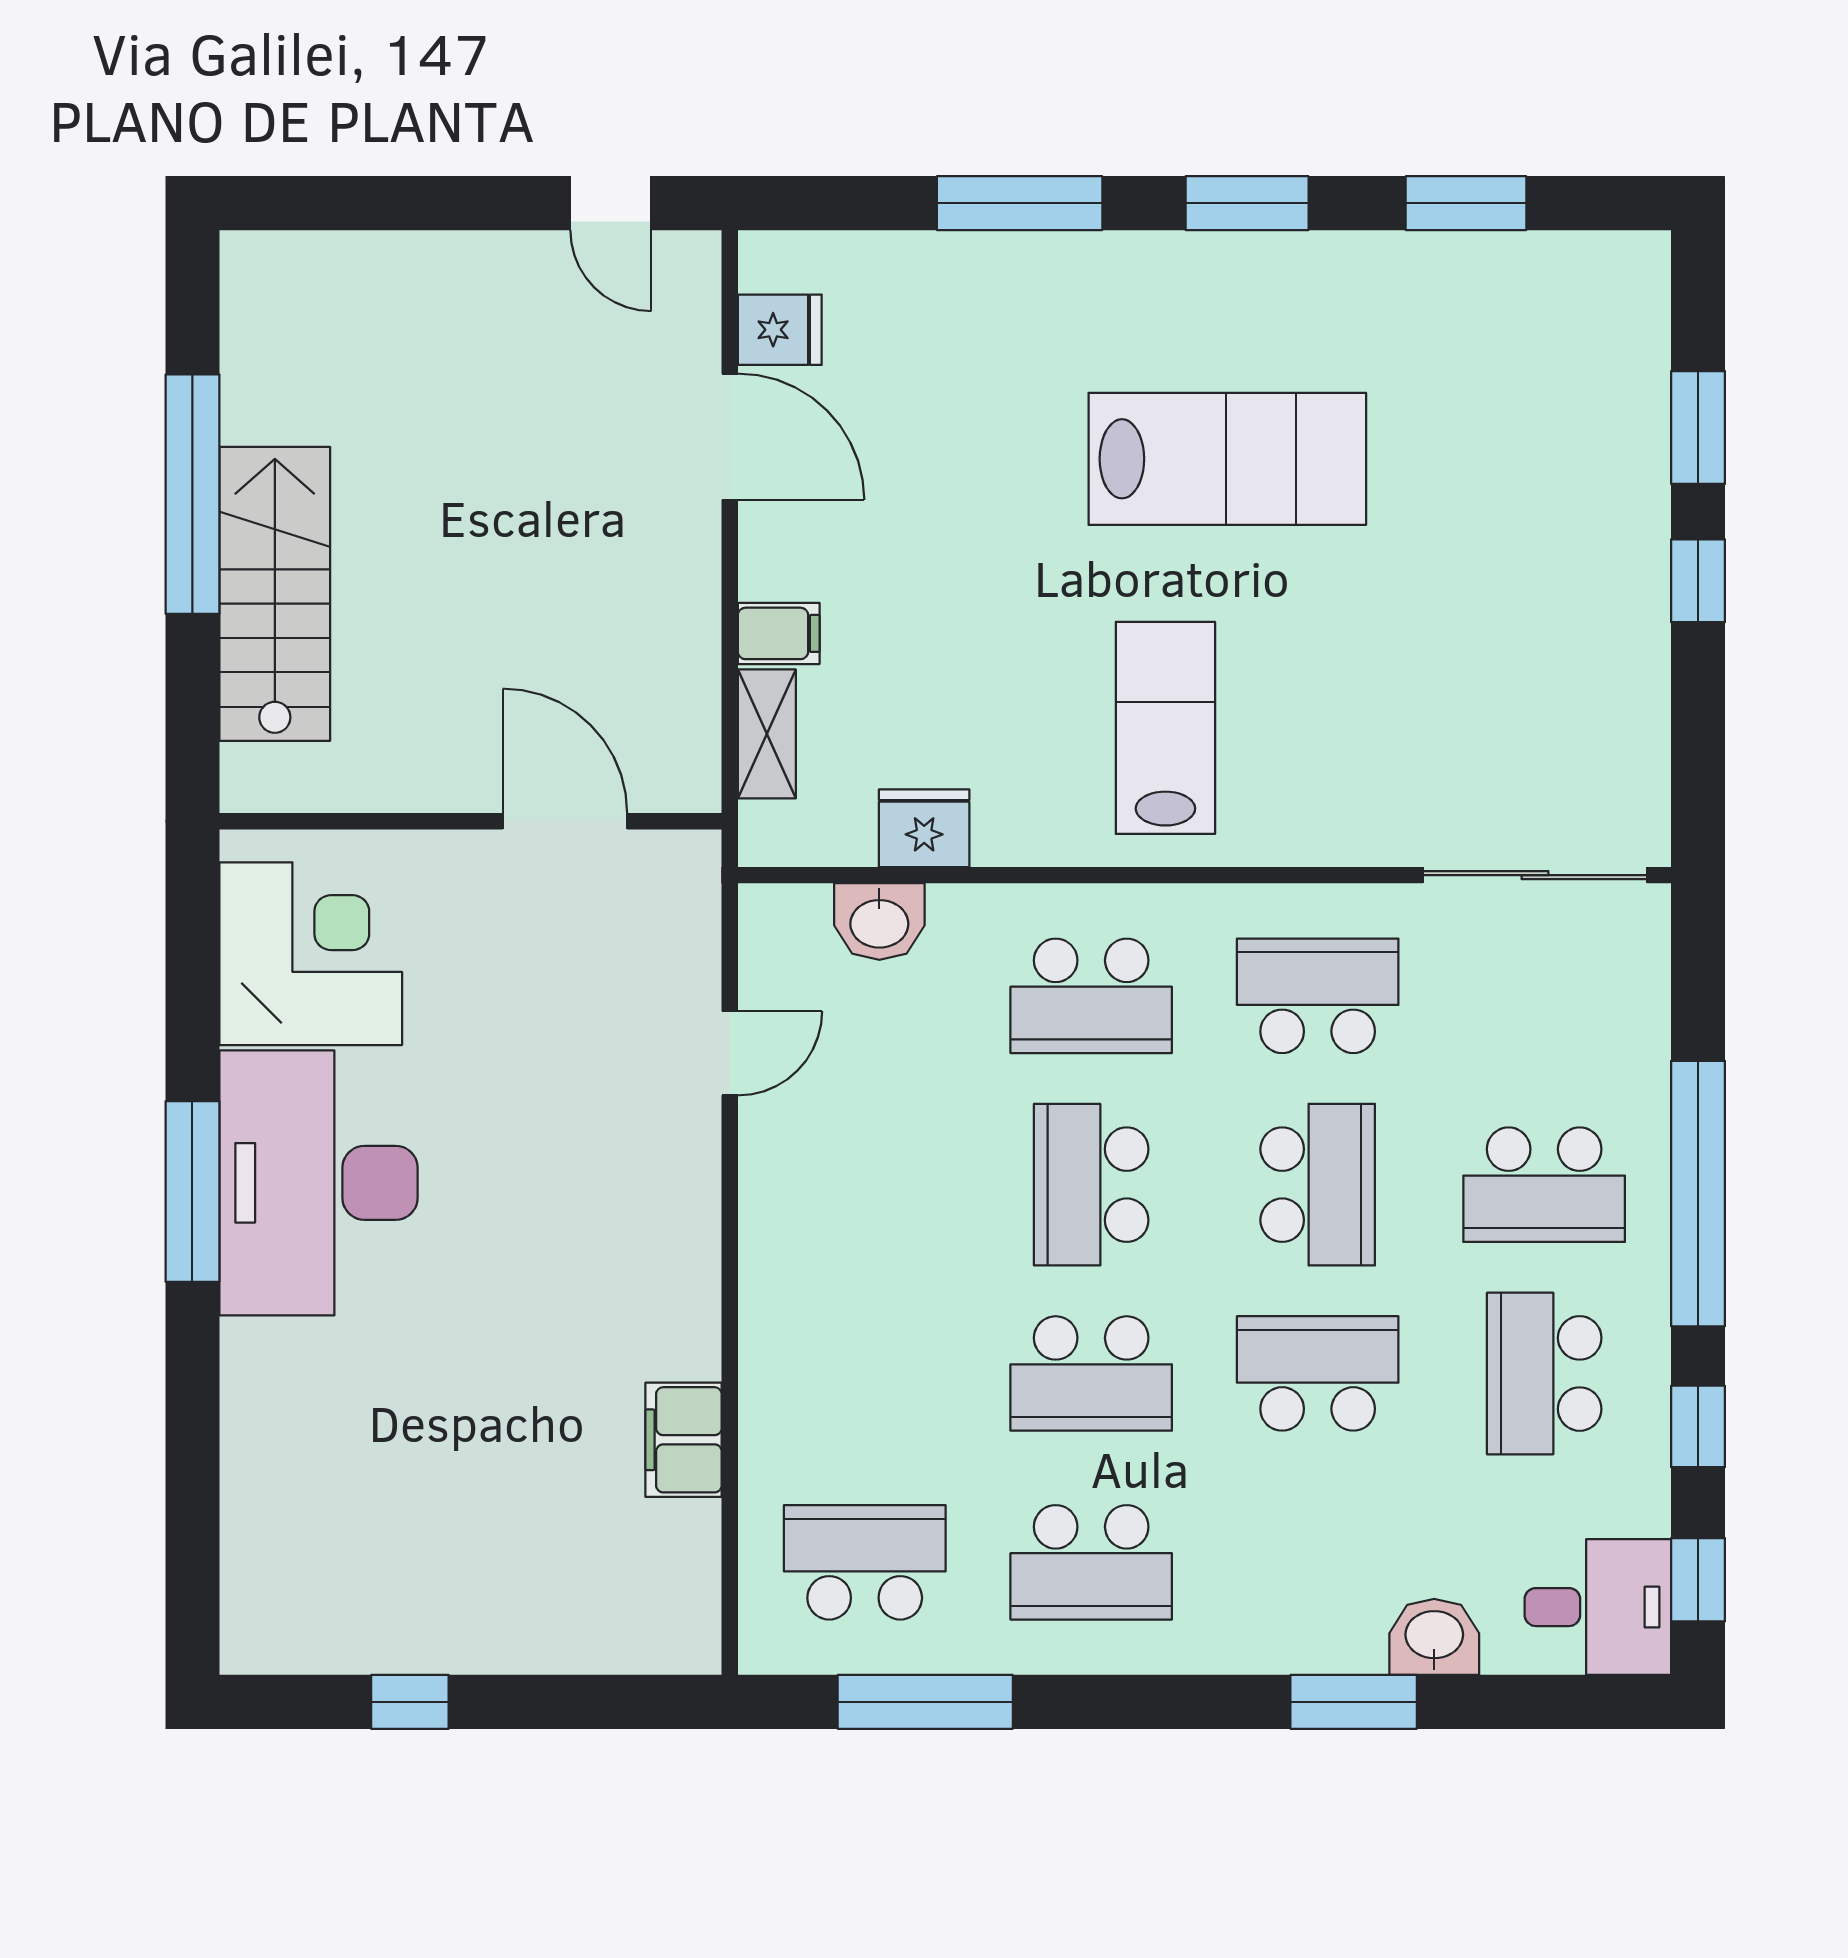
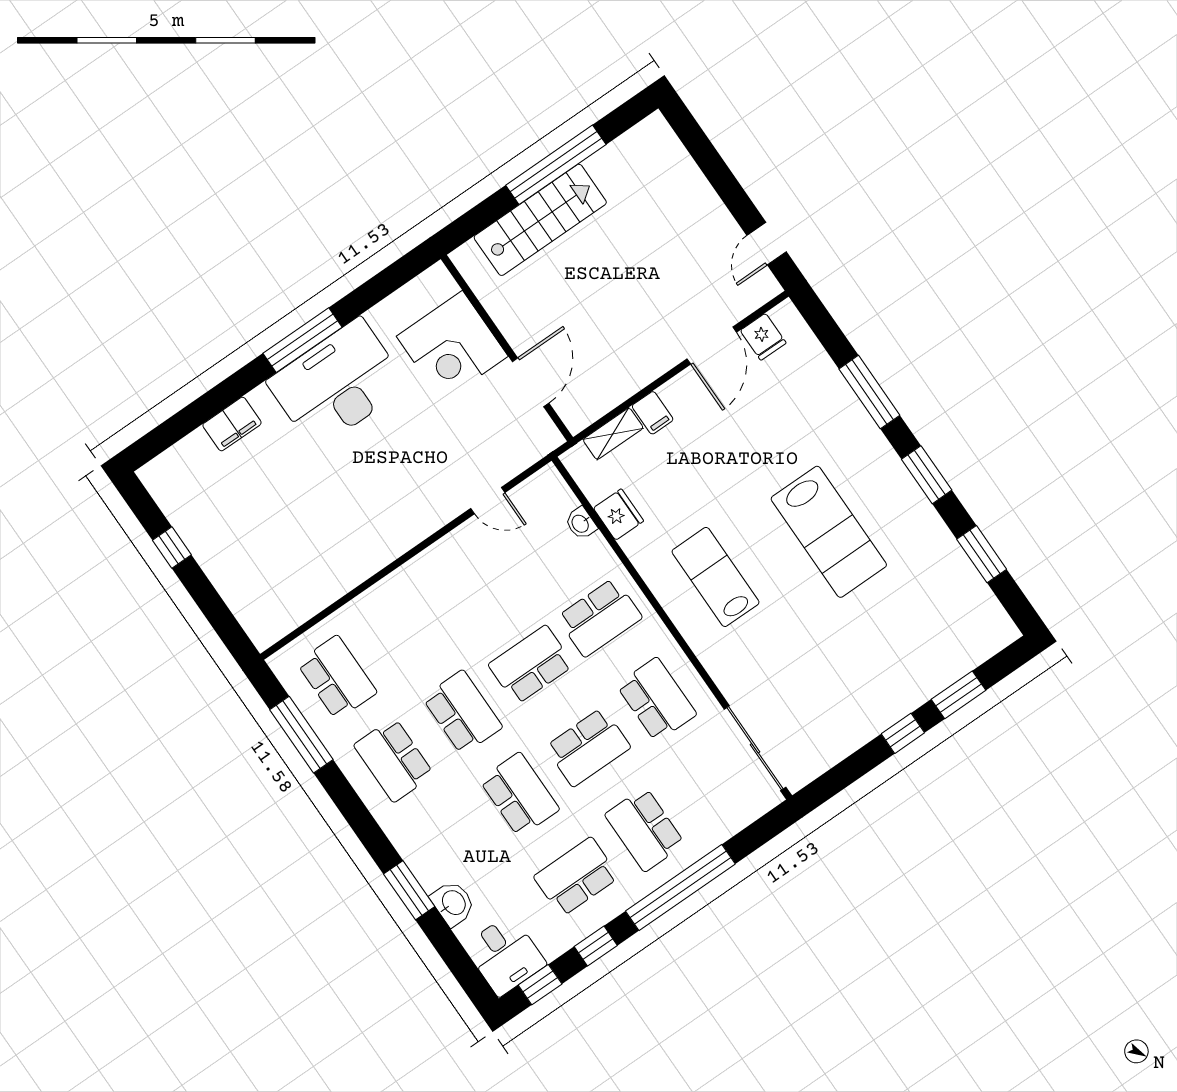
lab bench: (1165, 728) -> (716, 577), turned -90
washbasin: (879, 921) -> (581, 523), width x0.72, depth x0.69
corner desk: (311, 954) -> (452, 346), moved, turned 90
school desk: (1091, 996) -> (600, 617), turned -90
school desk: (1091, 1373) -> (462, 712), turned 180
filing cabinet: (684, 1440) -> (232, 424), moved, turned 180

